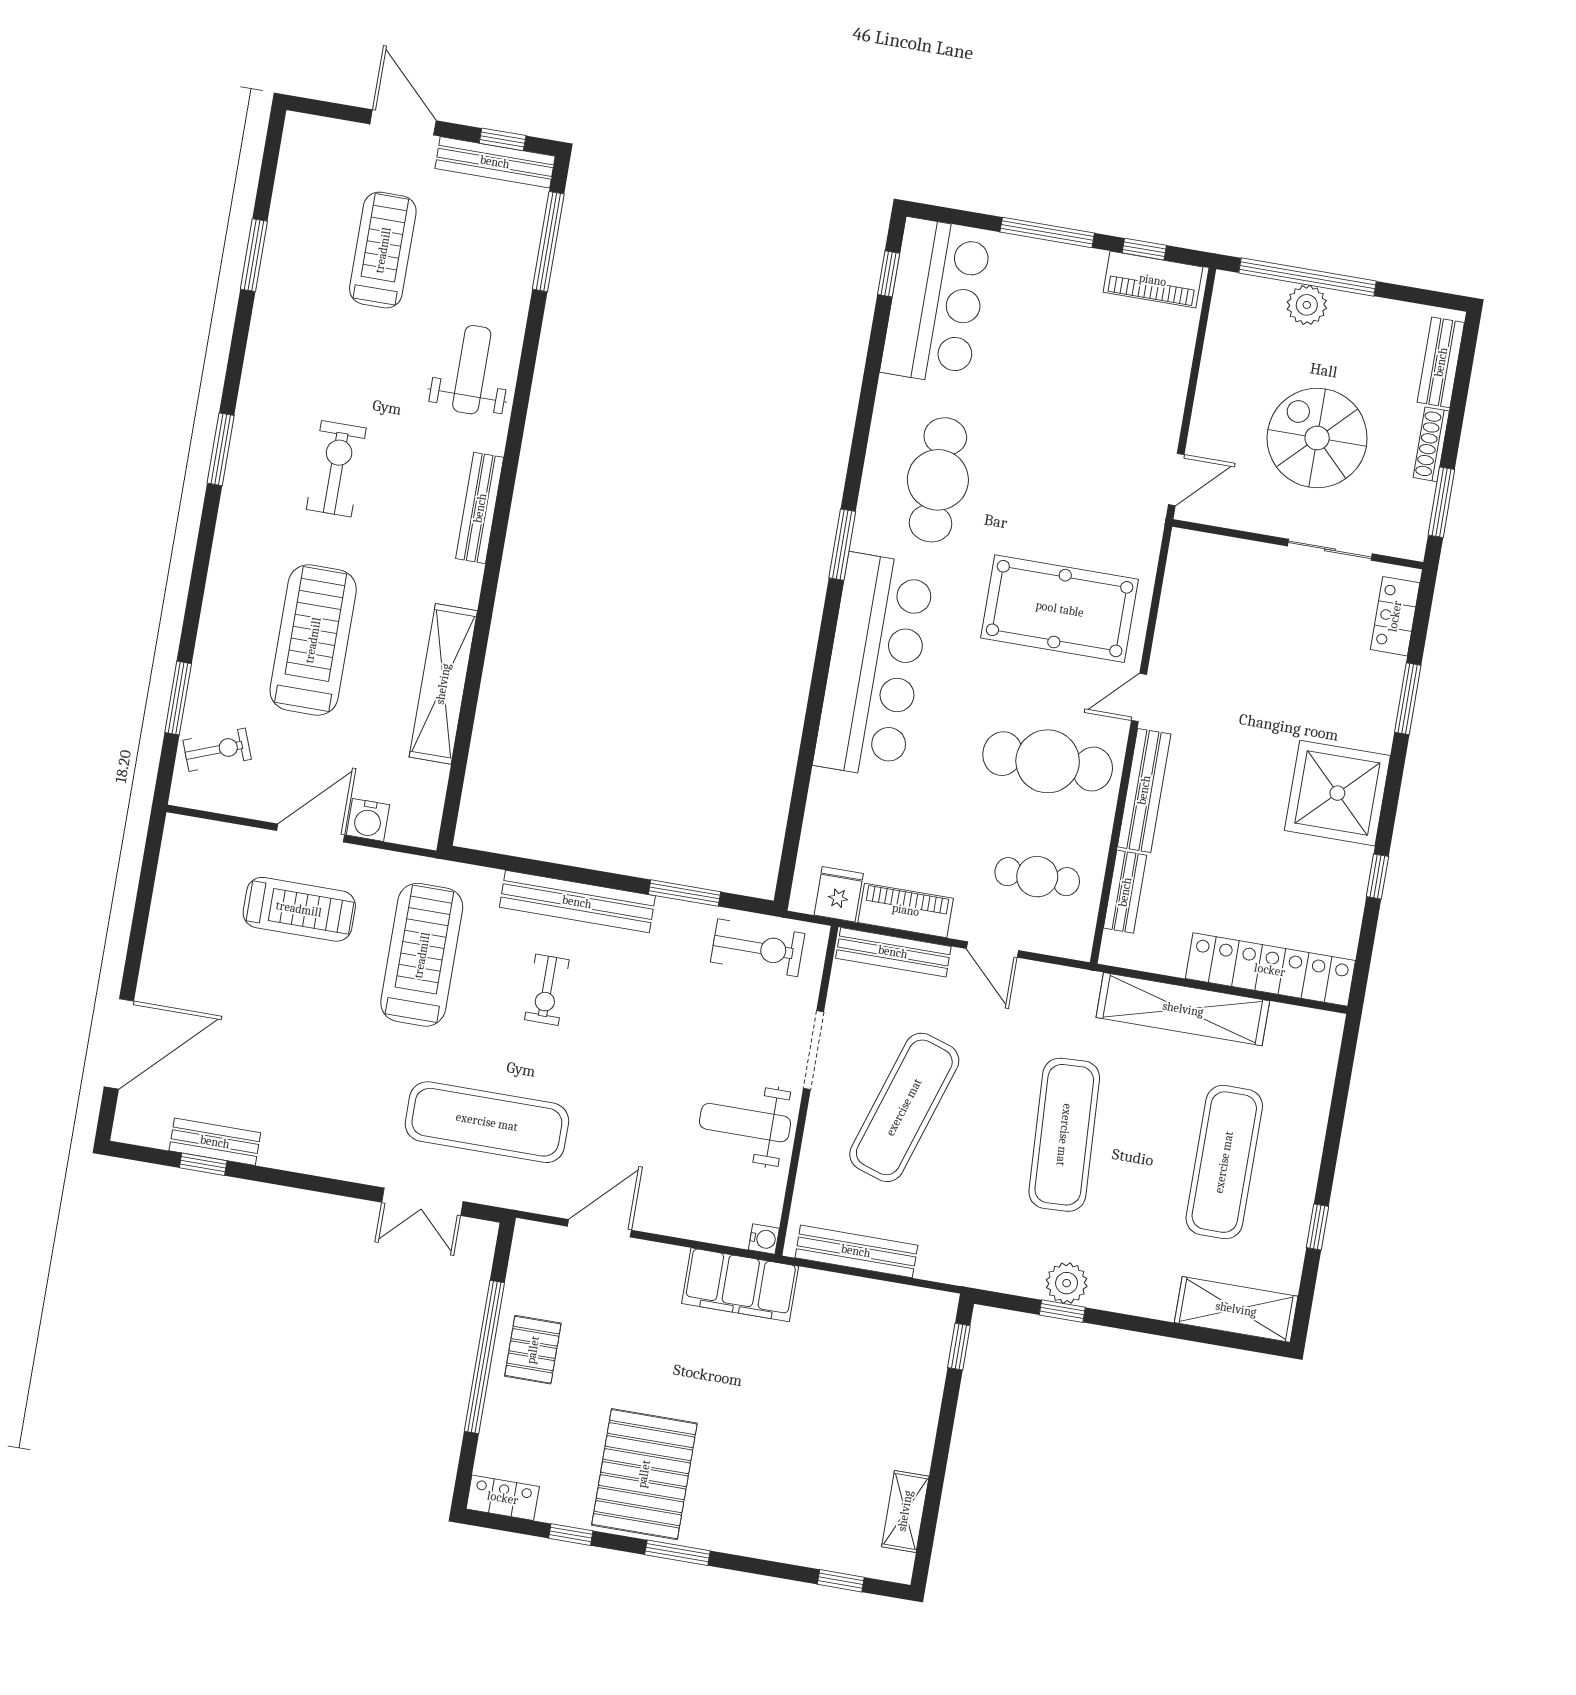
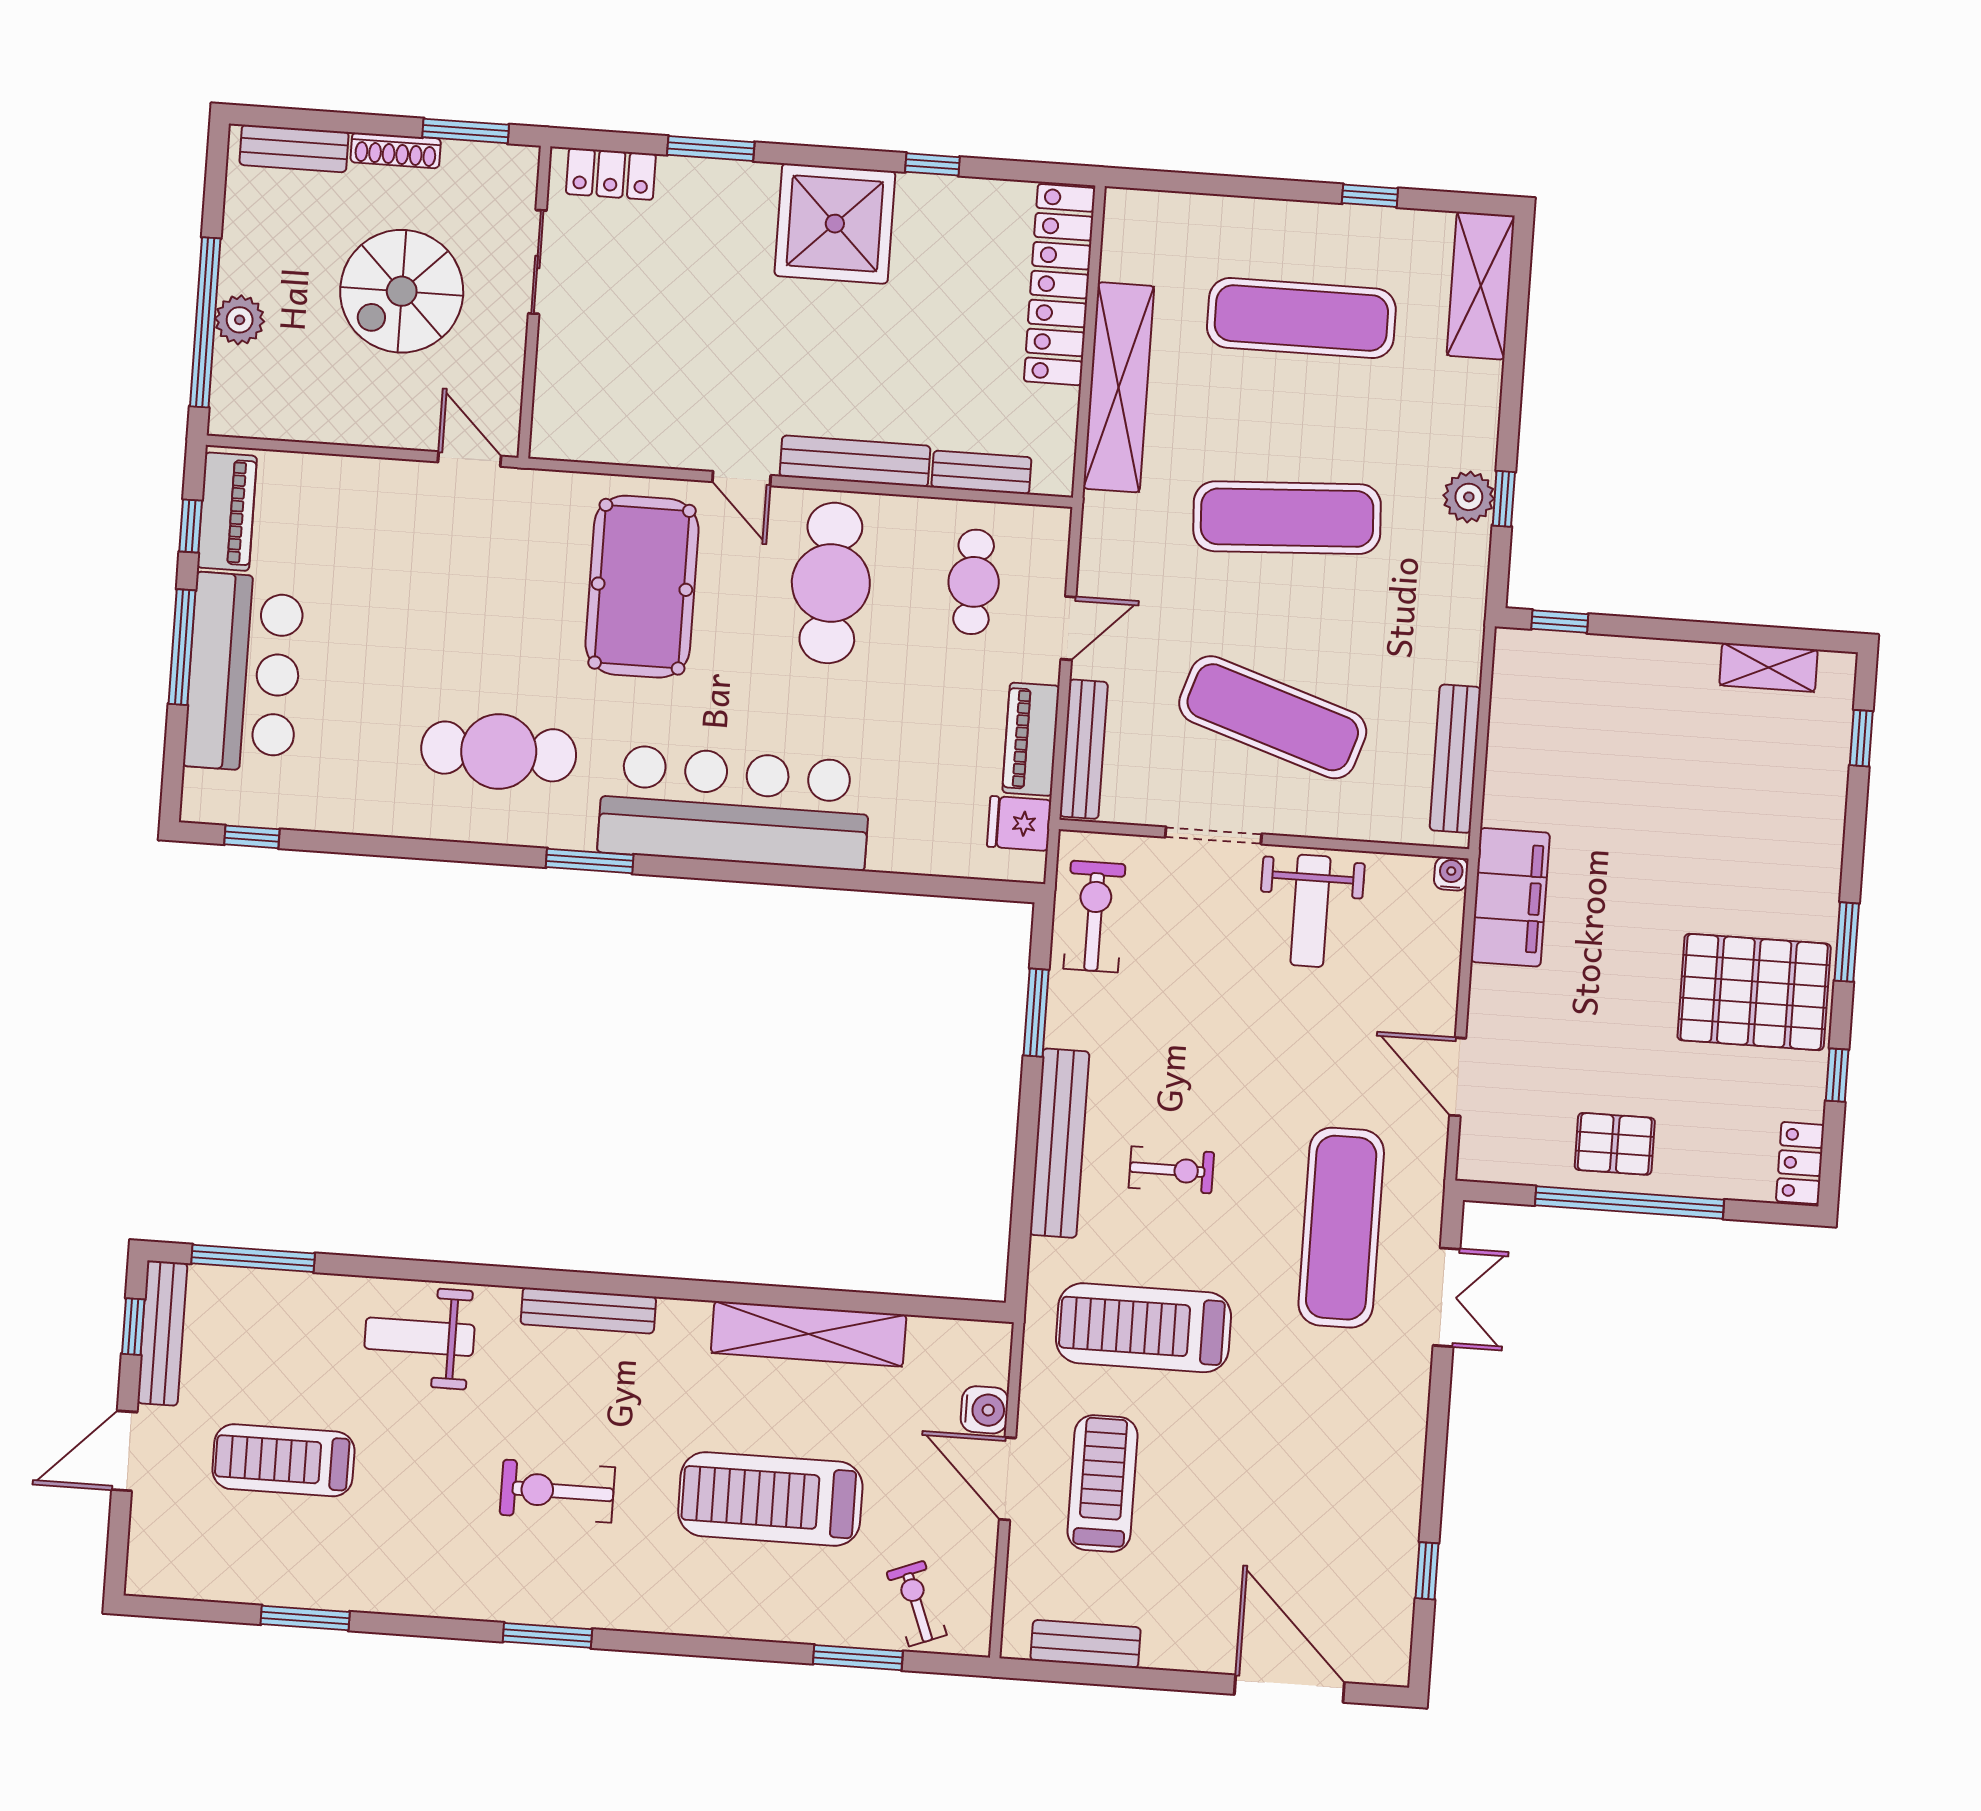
bar counter: (936, 302) -> (244, 673), moved, turned 90
bench: (215, 1142) -> (1086, 1644), moved, turned 90

